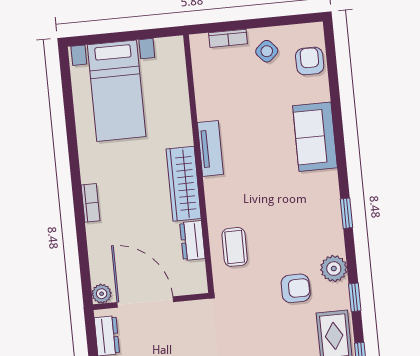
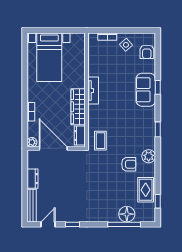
armchair: (310, 61) -> (147, 52), turned 180
plant: (102, 294) -> (32, 142), moved
window: (355, 297) -> (158, 87), moved
wall: (151, 301) -> (56, 148), moved
door: (145, 302) -> (53, 148), moved

